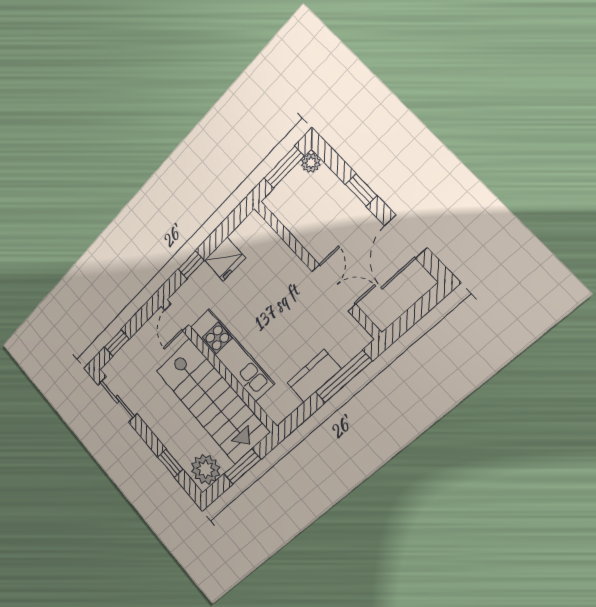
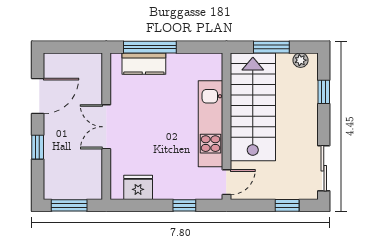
plant: (311, 163) -> (51, 192), removed
fridge: (225, 259) -> (138, 187), moved
double door: (334, 288) -> (106, 127), moved
kitchen counter: (314, 376) -> (144, 64), moved
plant: (206, 469) -> (301, 60), width x0.53, depth x0.53

